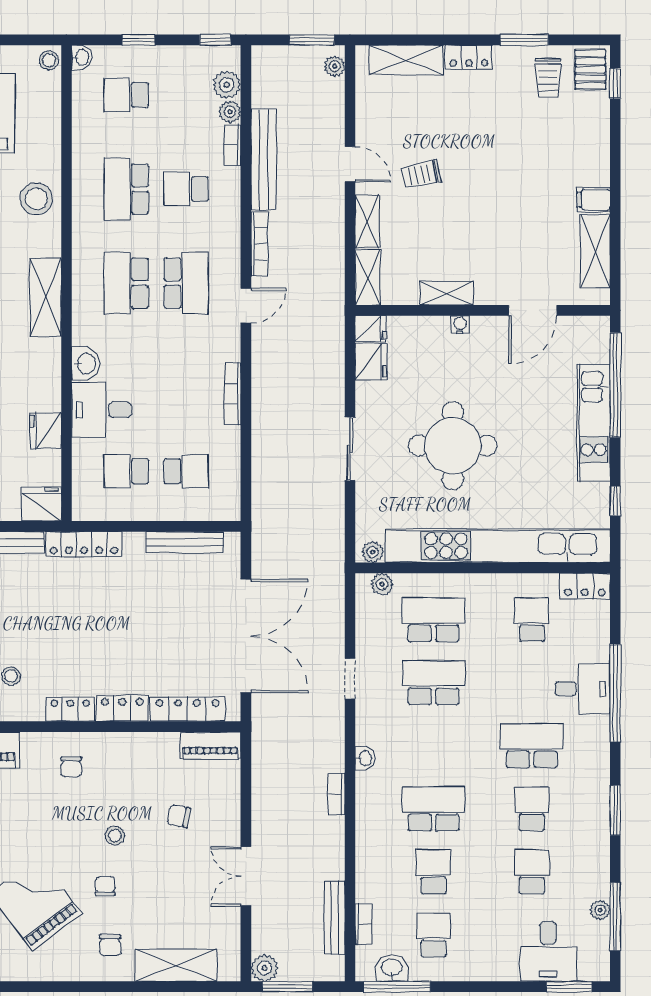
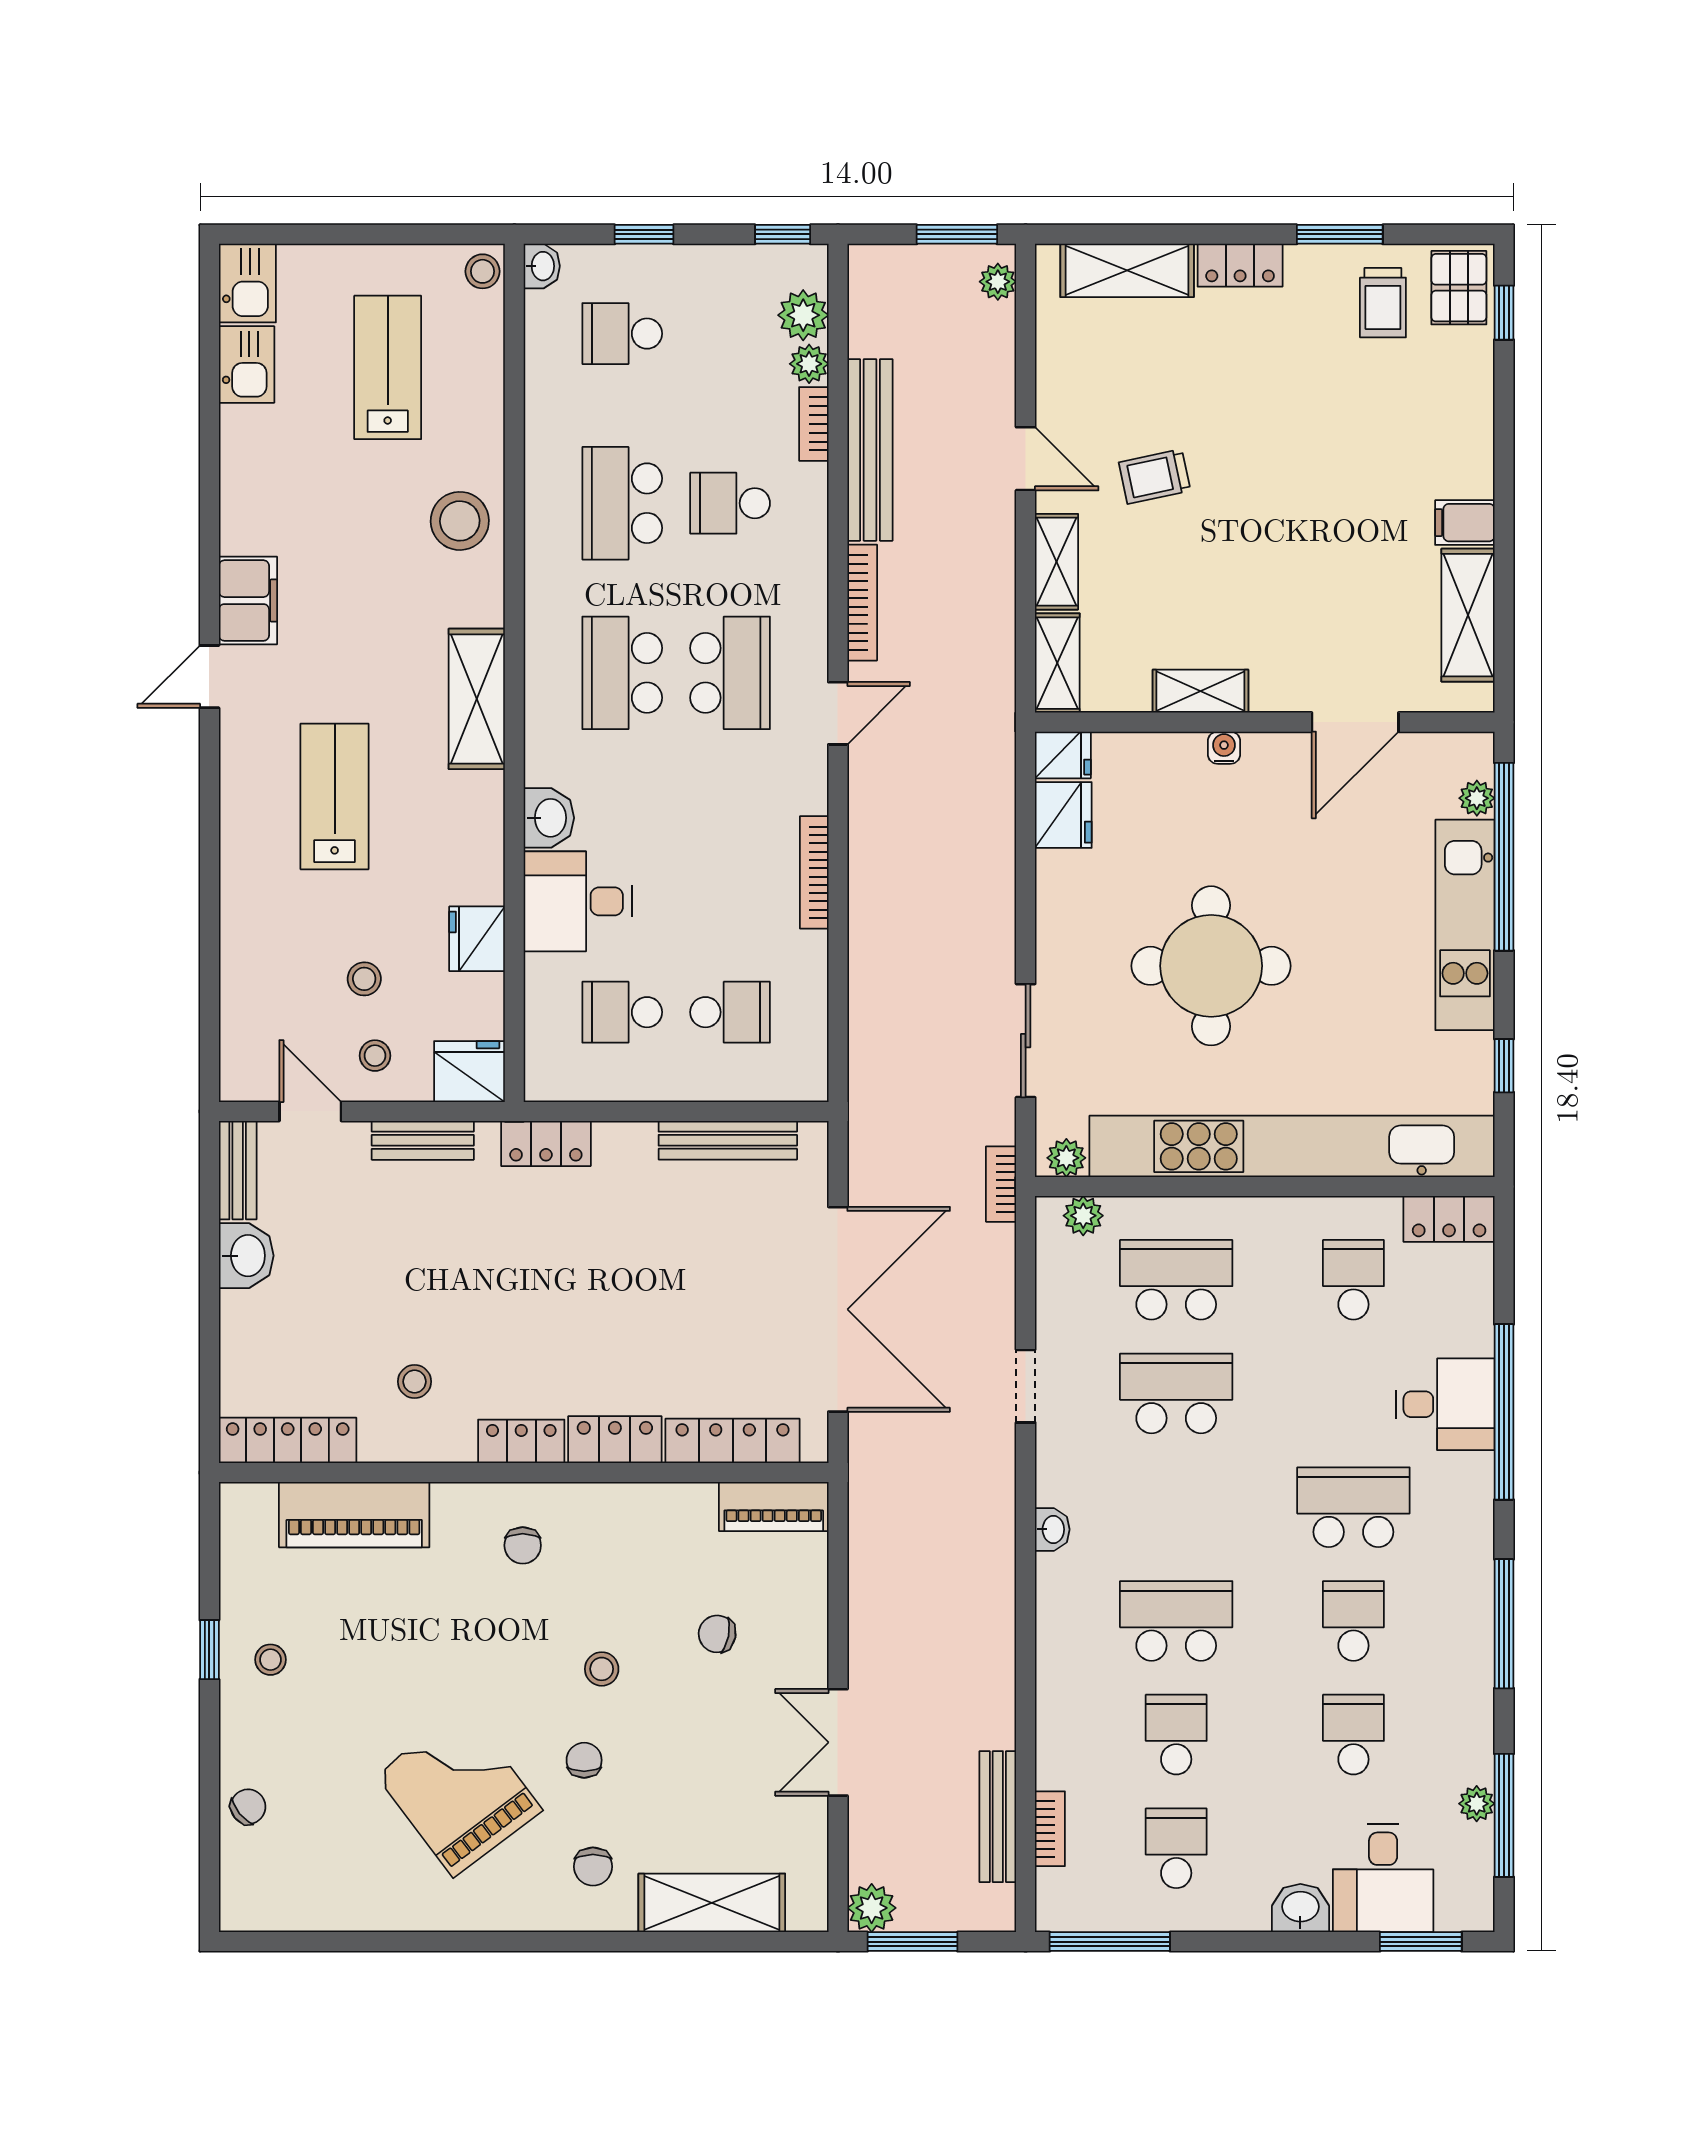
plant: (600, 353) -> (1477, 798), added
sliding door: (350, 449) -> (1026, 1041), moved
locker: (84, 544) -> (546, 1143), width x0.66
bookcase: (336, 794) -> (1001, 1184), moved
window: (615, 810) -> (1504, 1624), width x1.44
washbasin: (392, 968) -> (1300, 1908), moved

